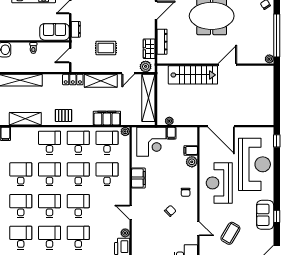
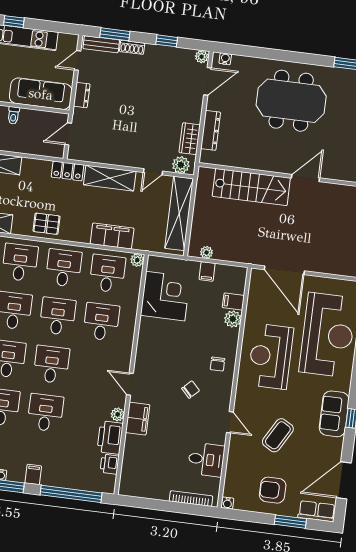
sofa: (54, 32) -> (41, 94), width x1.36
rug: (106, 48) -> (124, 129), removed
corner desk: (151, 142) -> (165, 296), moved, turned -90
filing cabinet: (138, 178) -> (138, 419), moved

